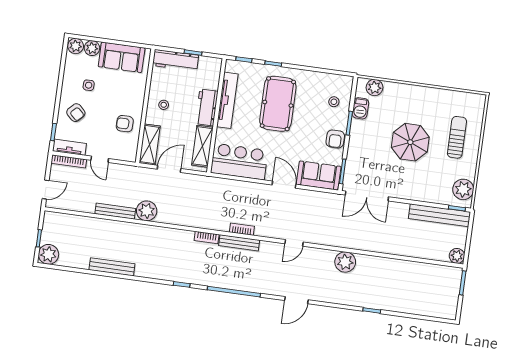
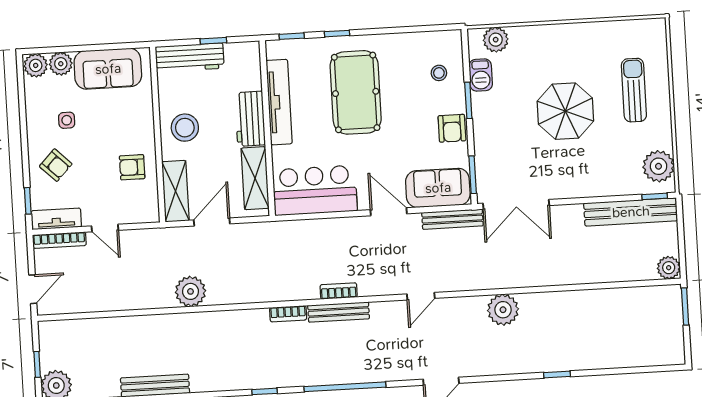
stool: (164, 105) -> (185, 128), width x1.89, depth x1.89
bench: (115, 211) -> (452, 219), moved

